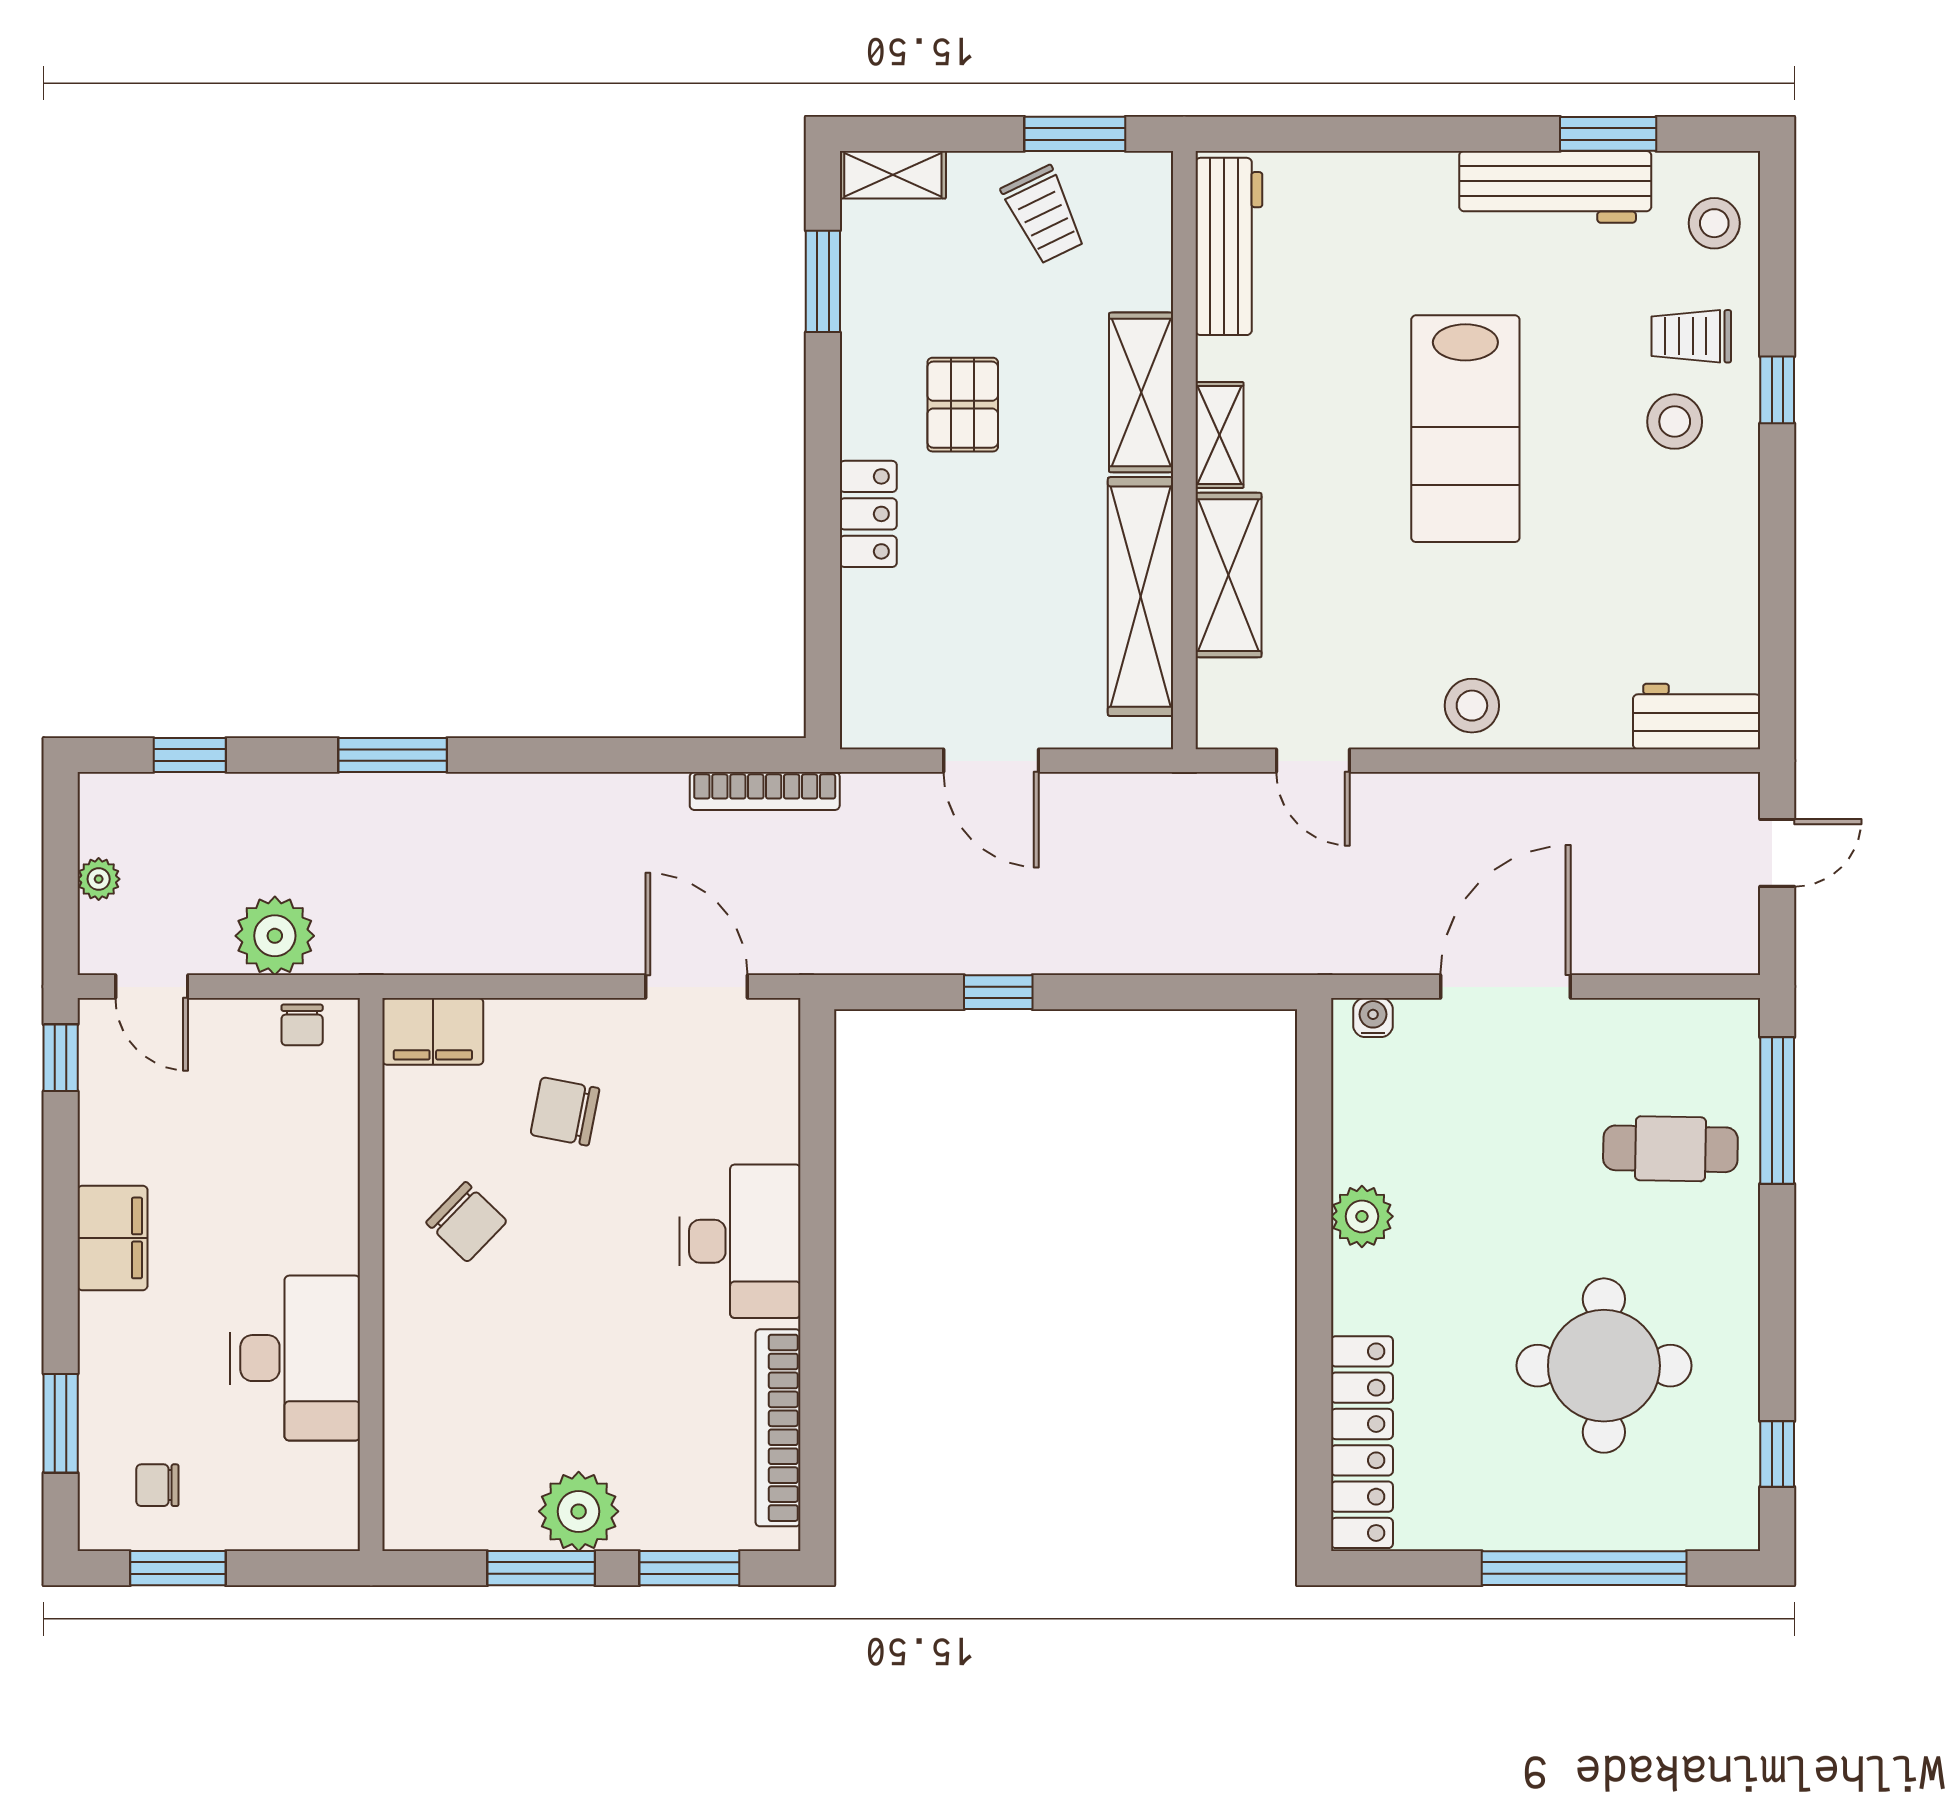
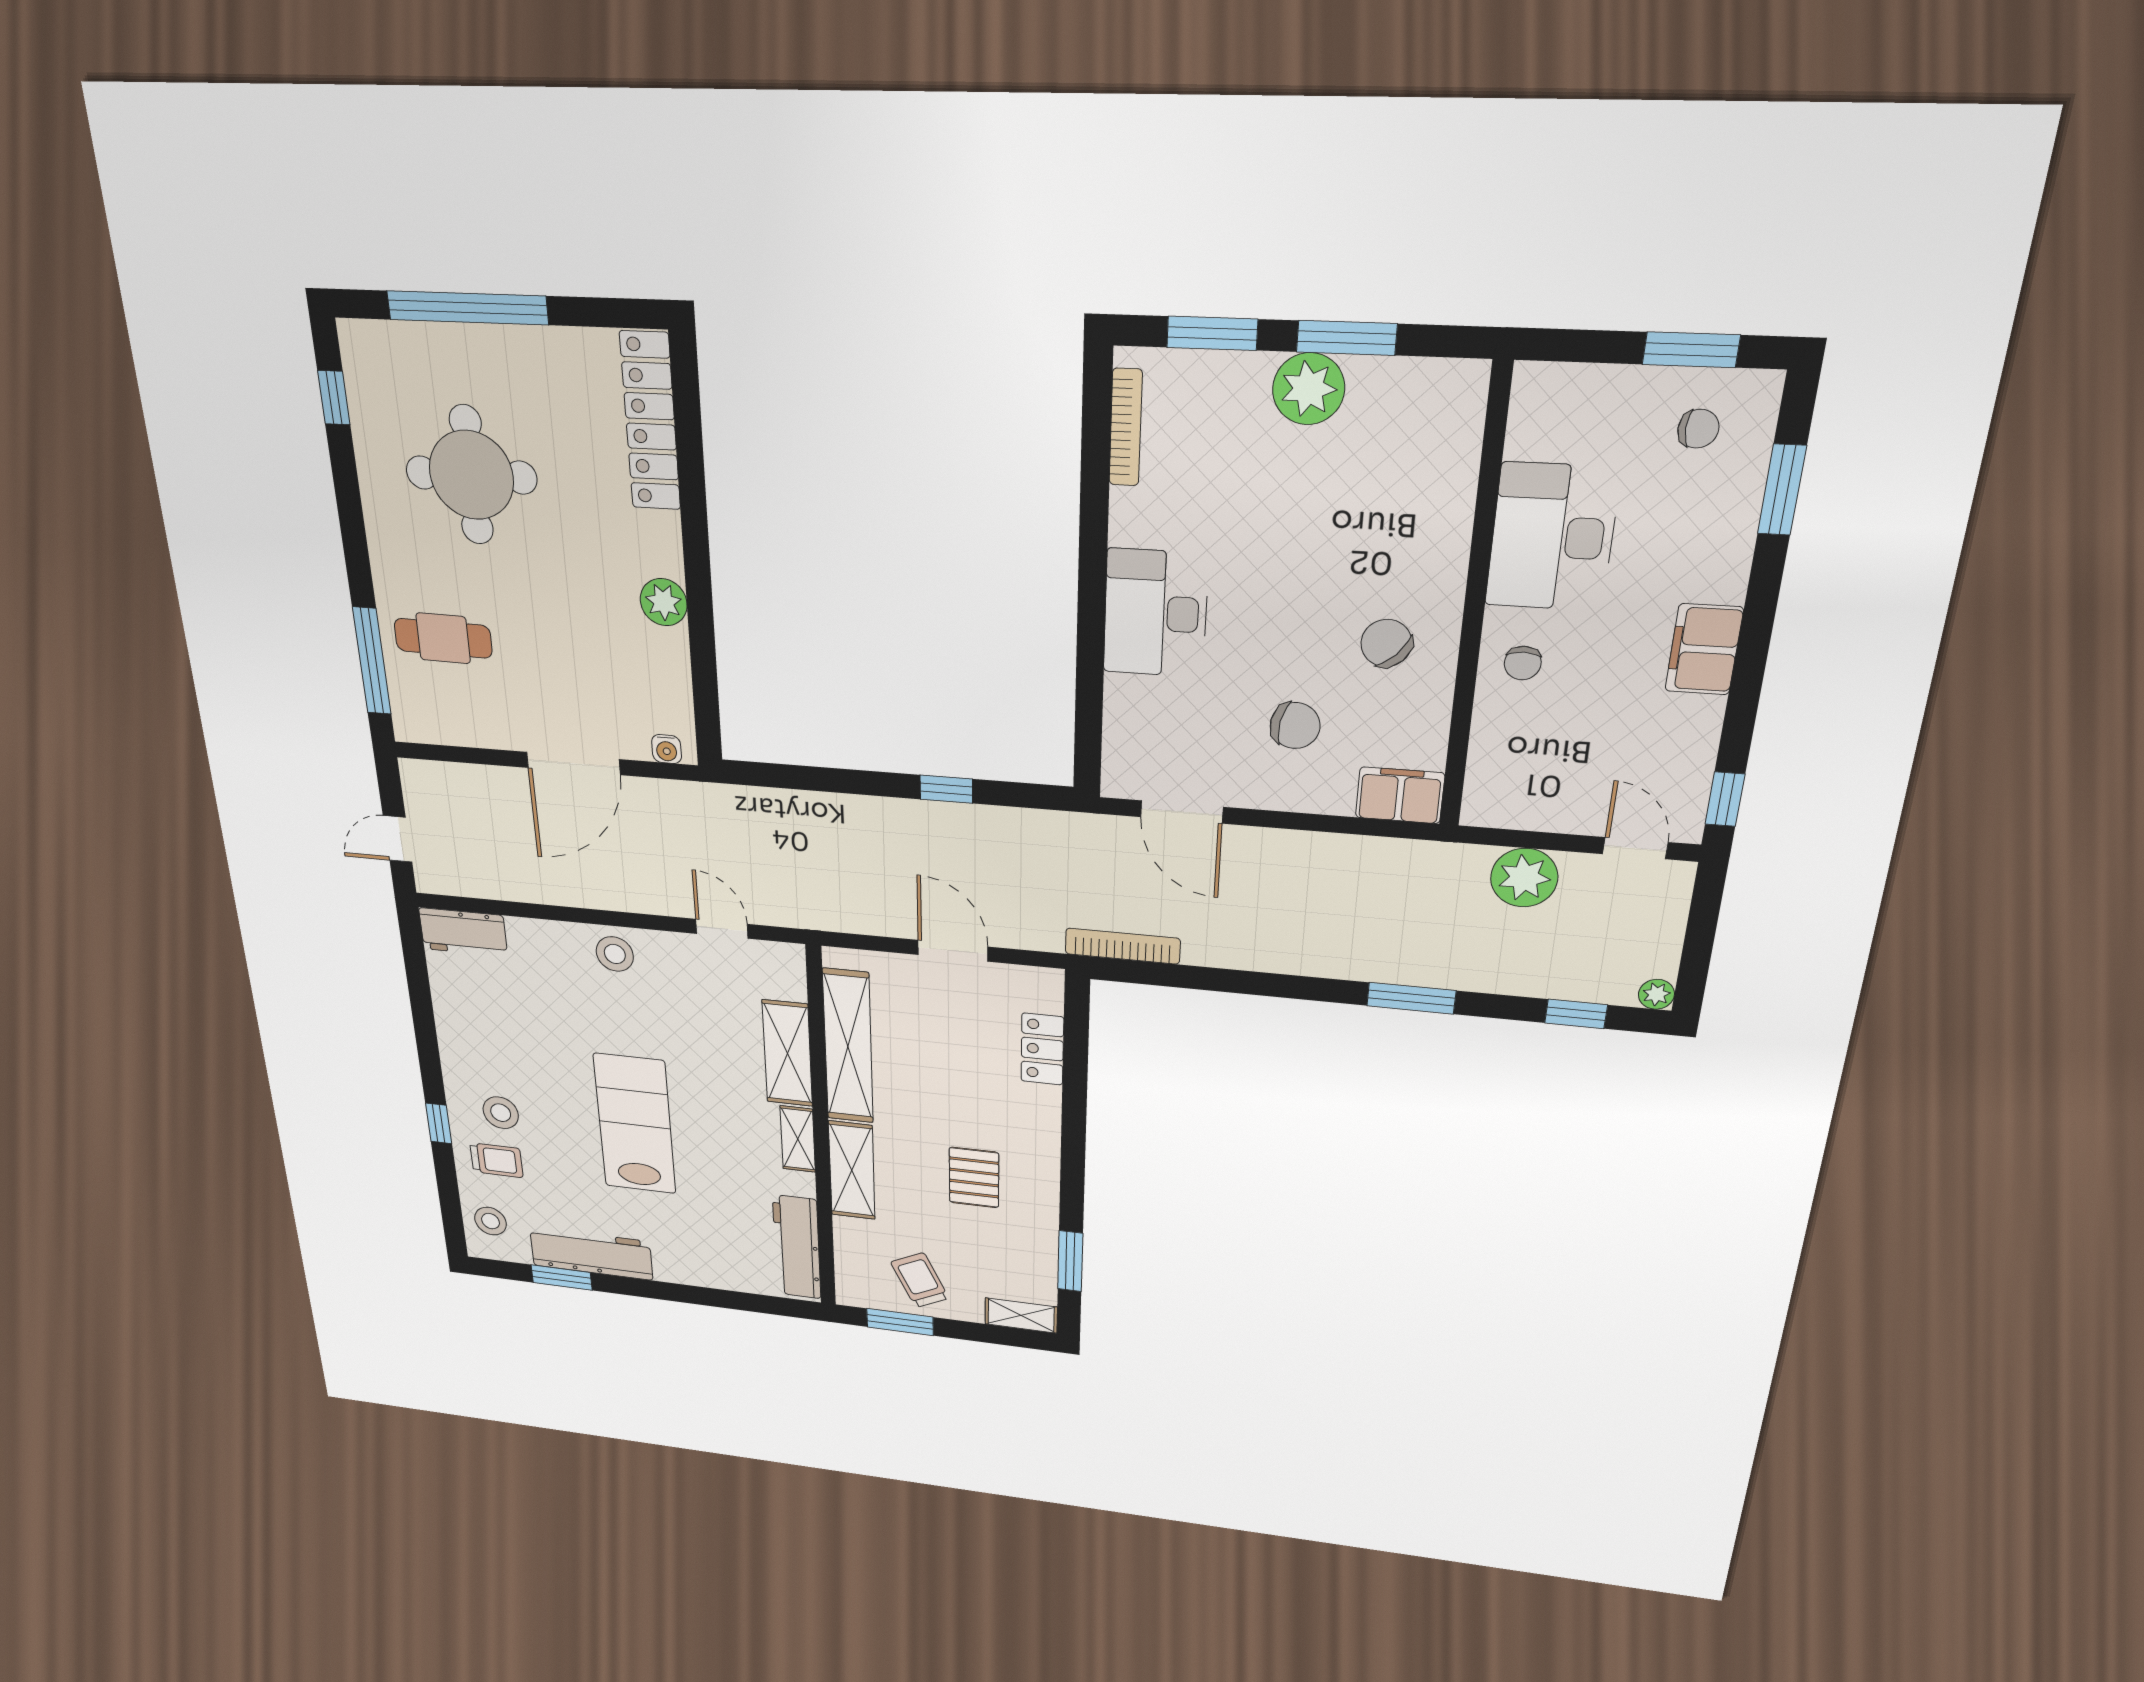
locker: (868, 514) -> (1042, 1049), moved
plant: (99, 879) -> (1656, 994), moved
chair: (302, 1025) -> (1523, 663), moved, turned 180
bookcase: (778, 1428) -> (1126, 427), width x0.68, depth x0.76

